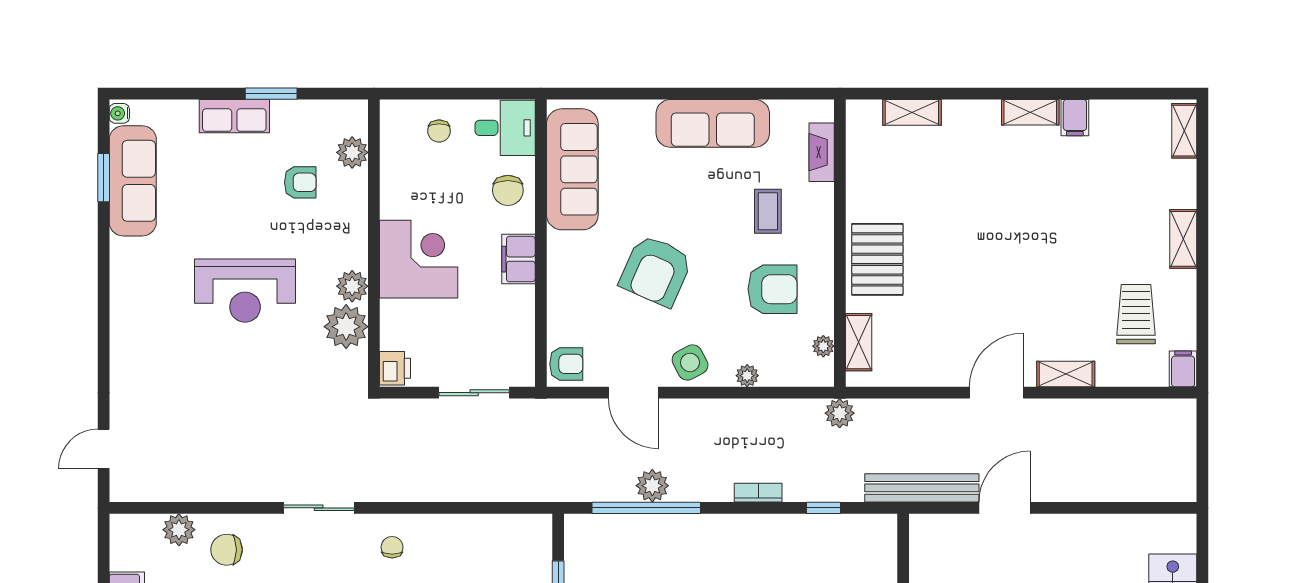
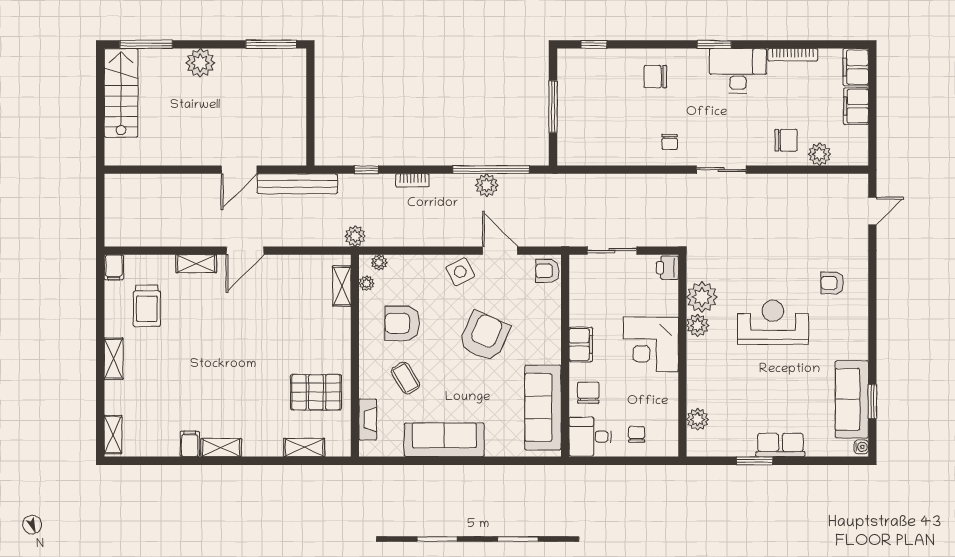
armchair: (300, 182) -> (832, 283), moved
coffee table: (768, 211) -> (406, 378), turned -31
pallet: (877, 259) -> (316, 392), moved, turned 90
plant: (747, 376) -> (379, 263), moved

